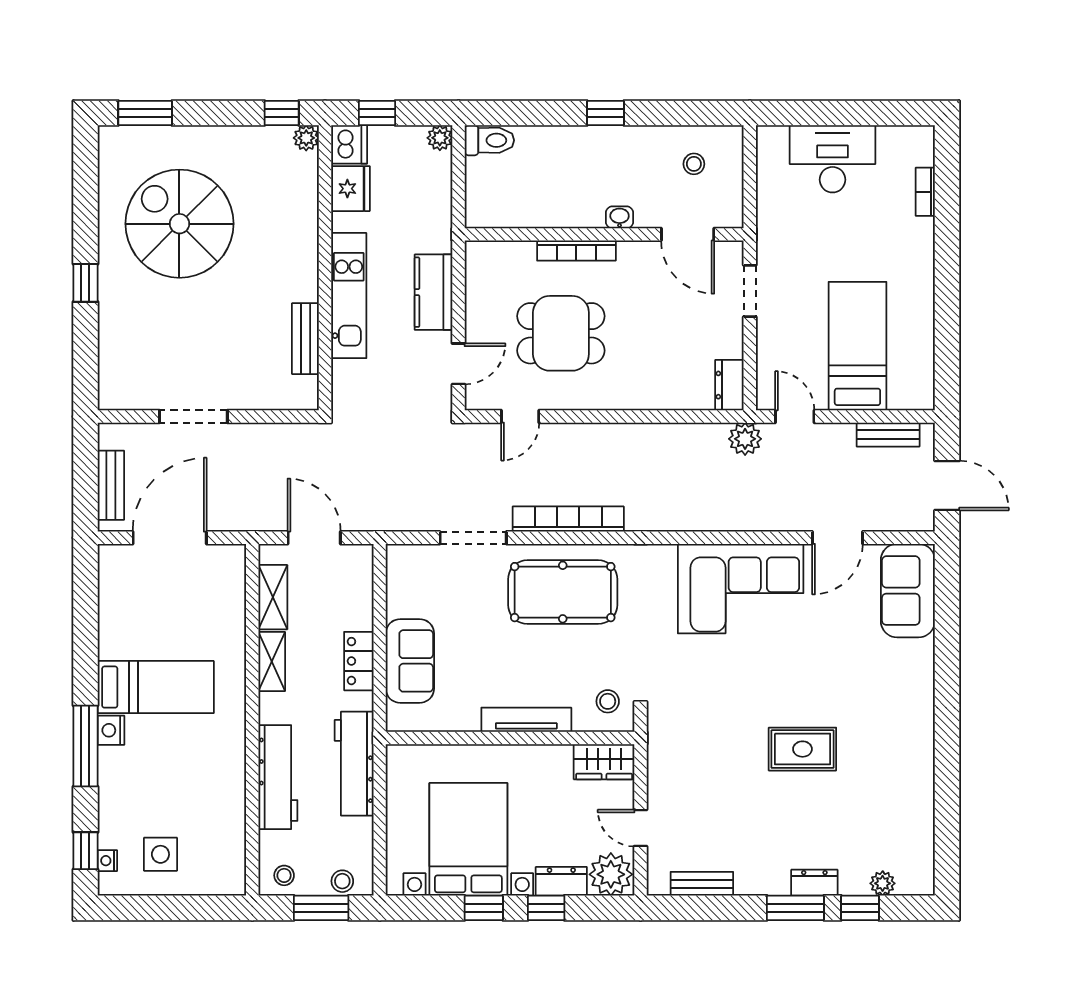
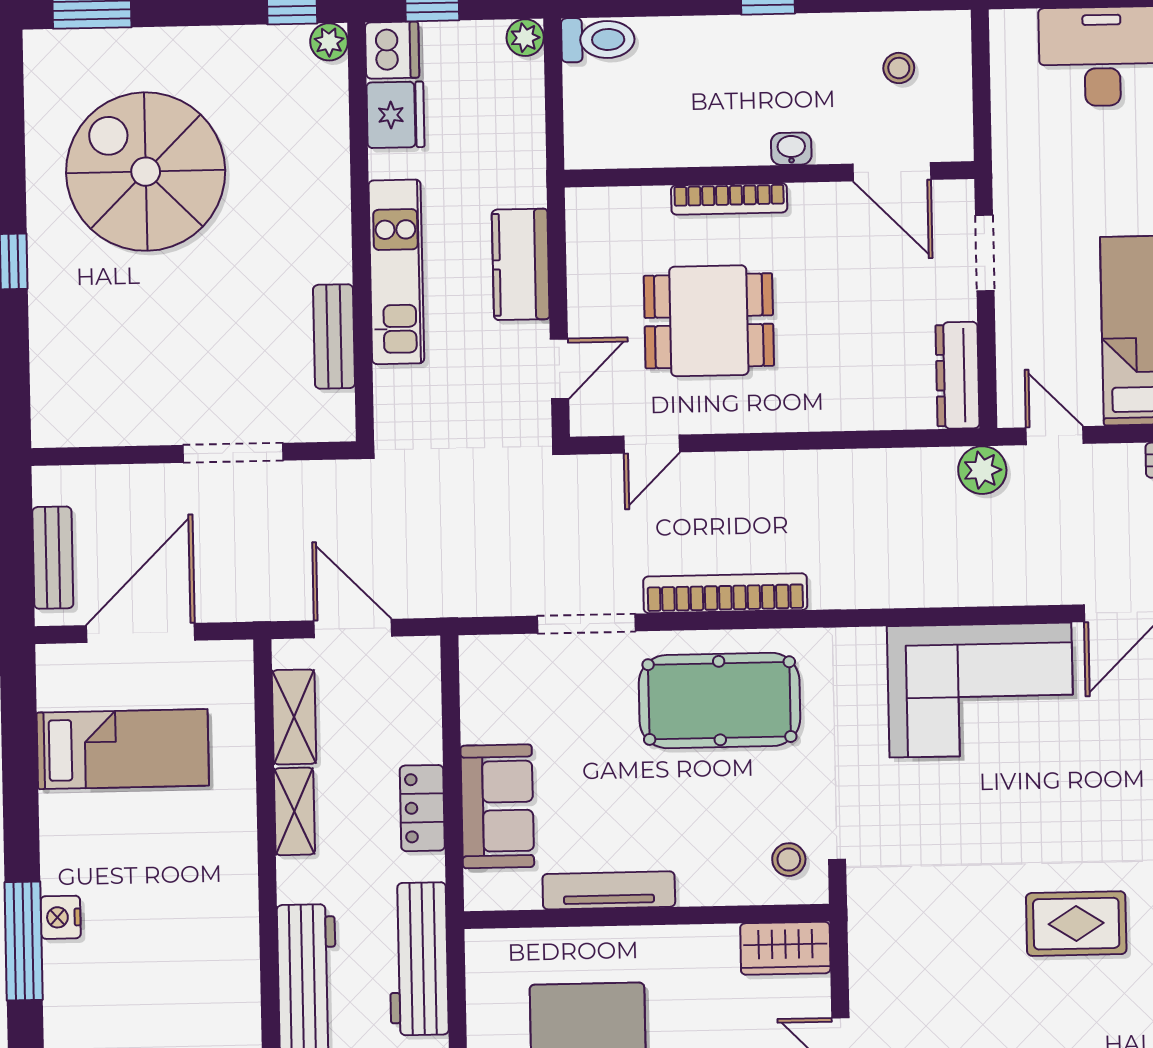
dresser: (729, 385) -> (957, 375), width x1.44
doorway: (193, 416) -> (233, 453), moved
bed: (156, 687) -> (123, 749), moved
tv unit: (526, 720) -> (609, 890), moved

